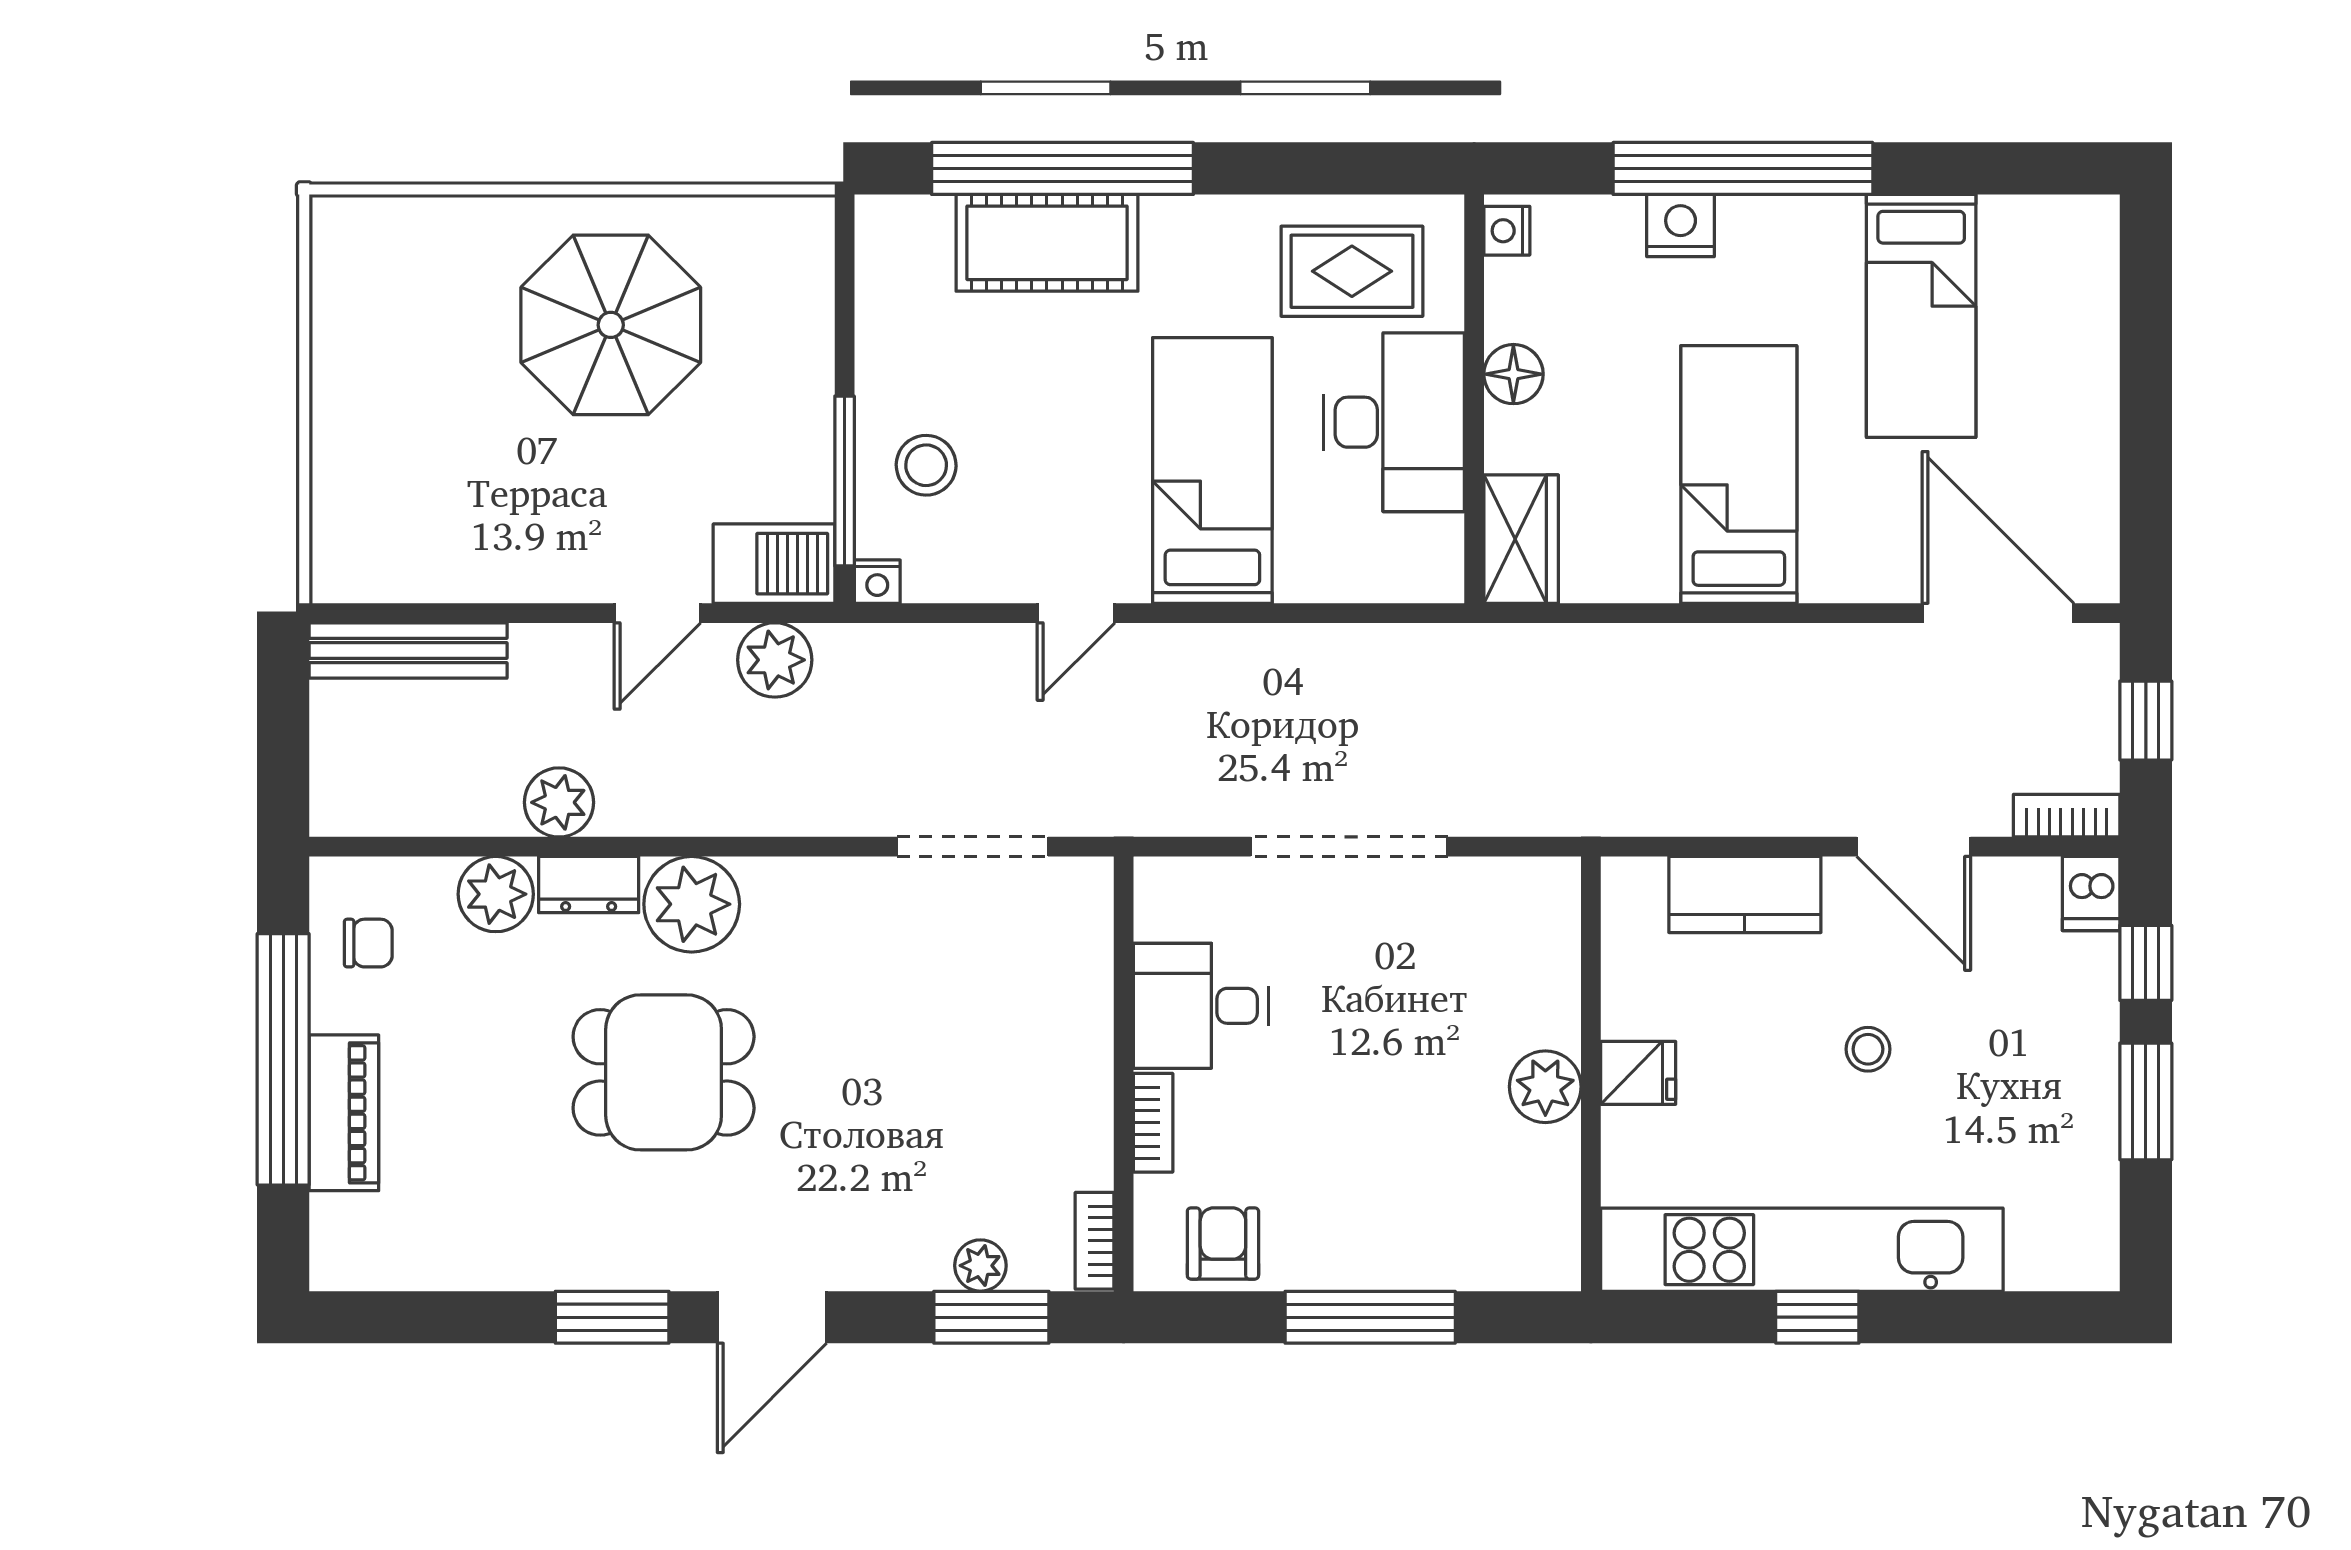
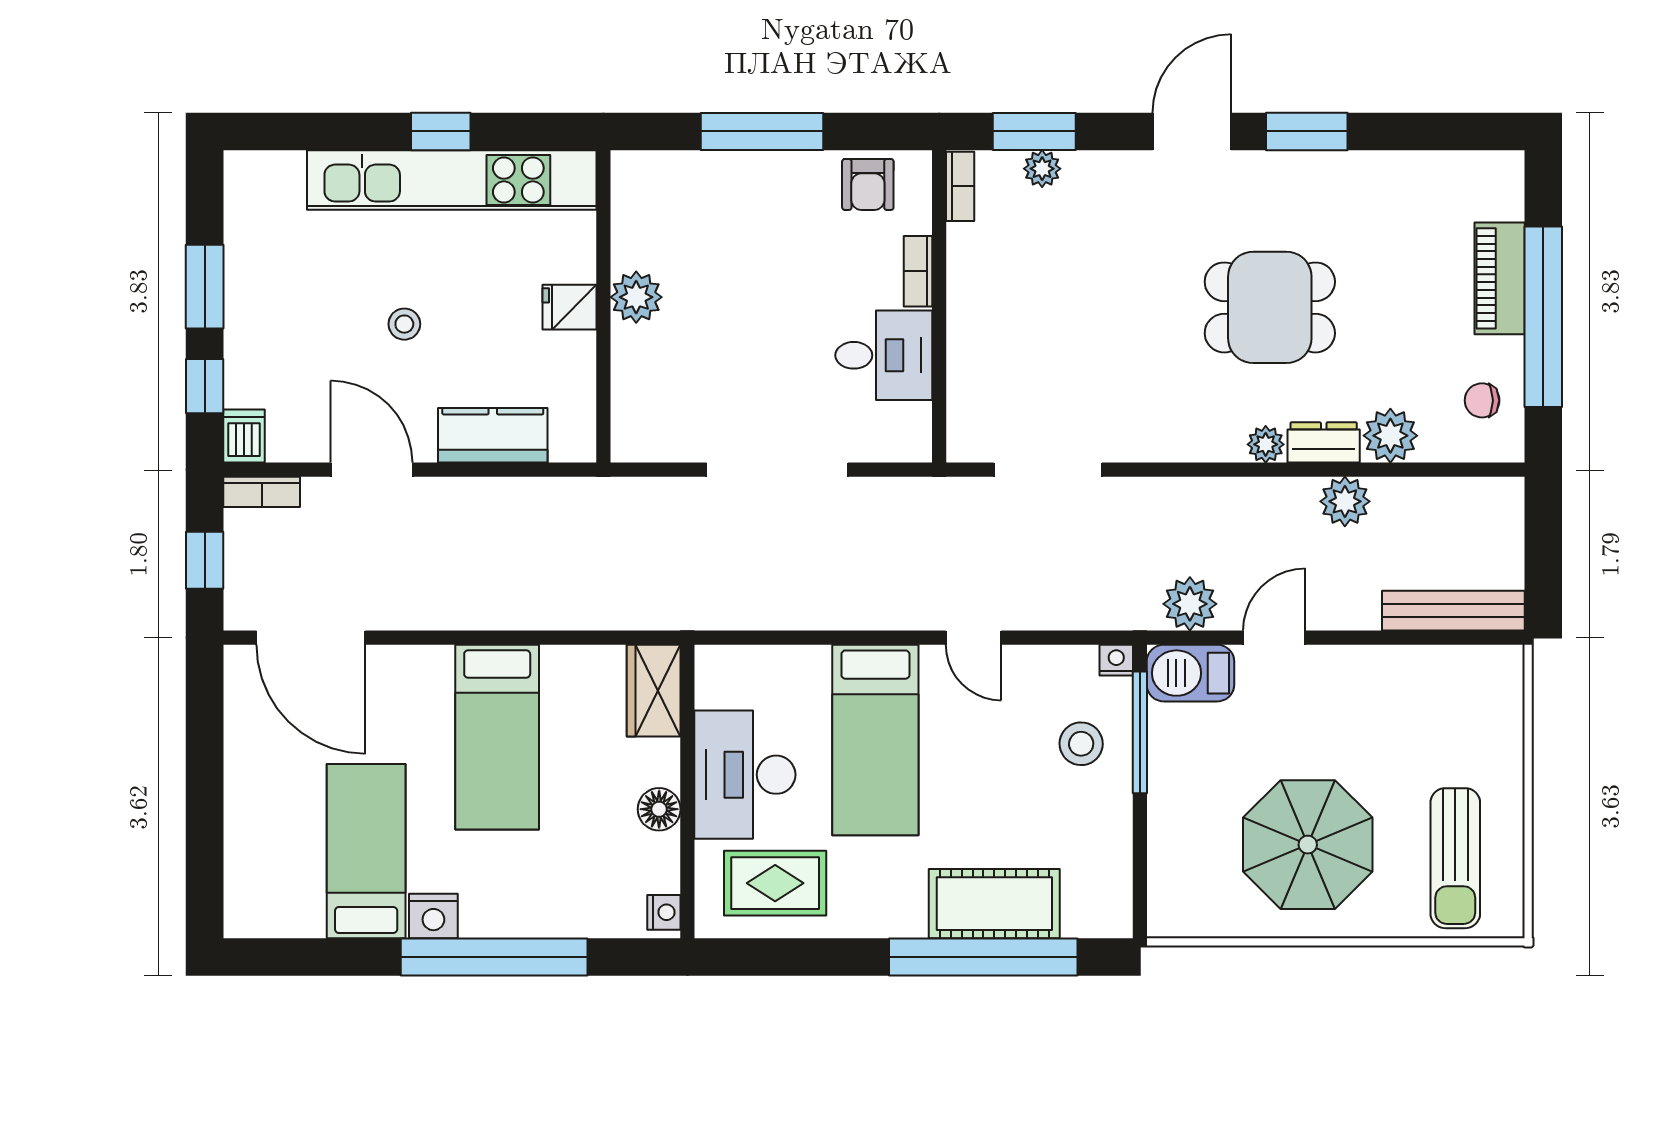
nightstand: (1681, 226) -> (433, 916), moved
sun lounger: (406, 306) -> (1455, 858), added
door: (1076, 613) -> (973, 638), swing flipped
plant: (692, 904) -> (1266, 444), width x0.53, depth x0.53

